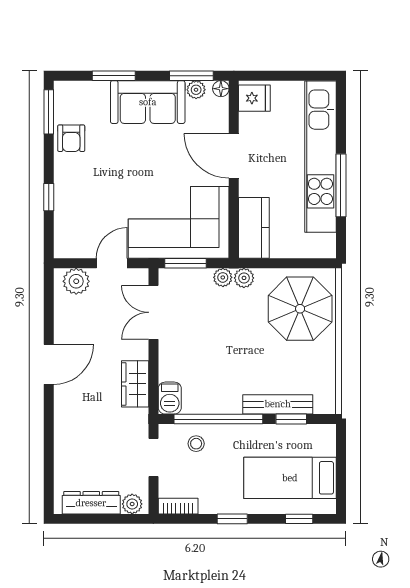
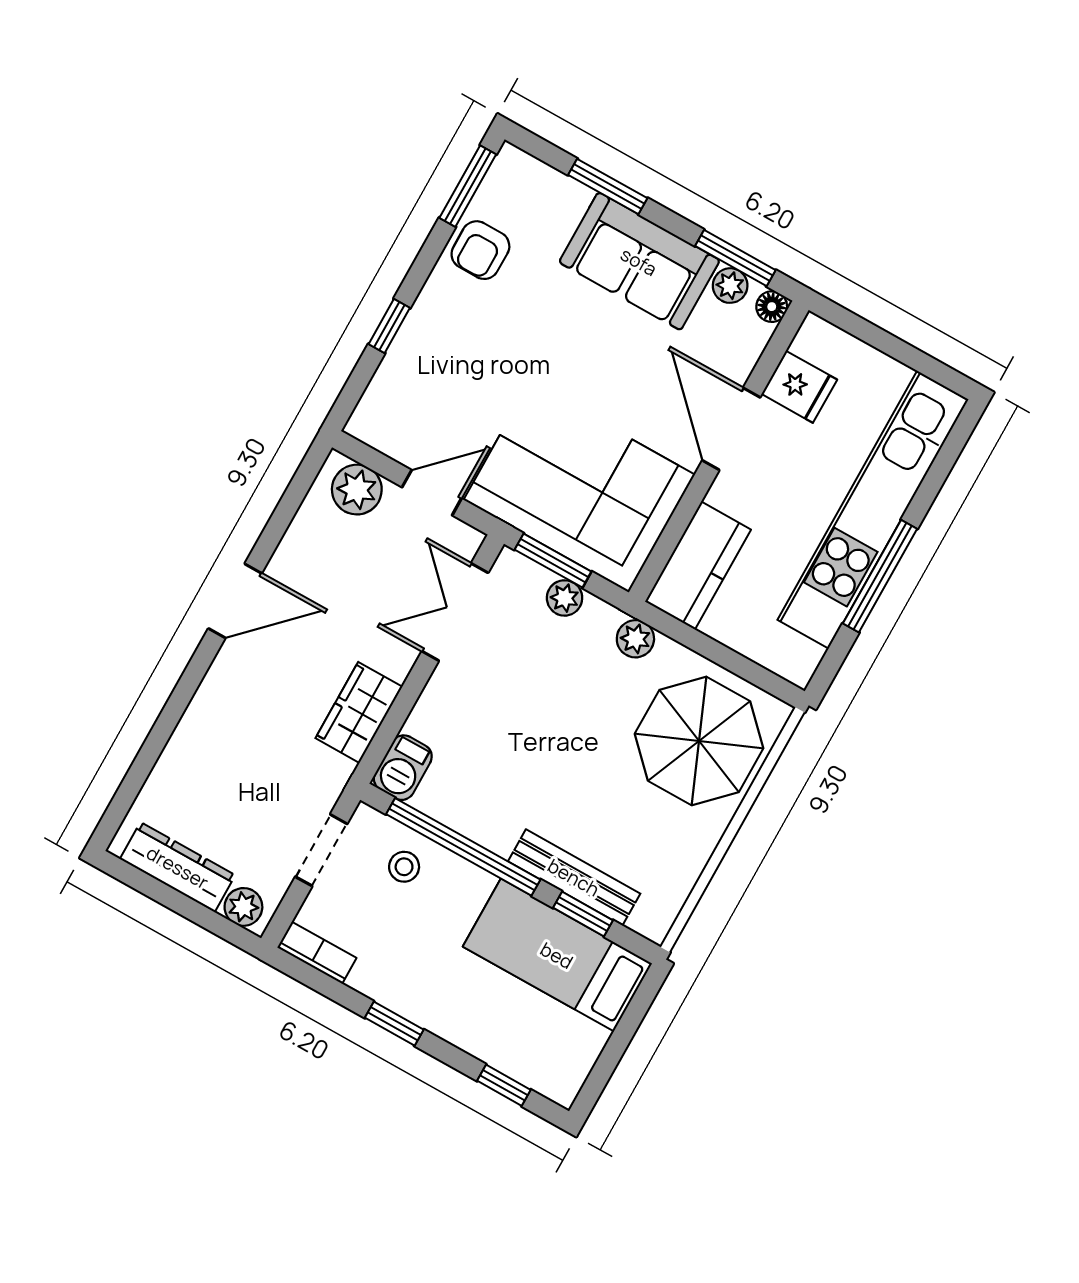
fridge: (254, 98) -> (799, 387), moved
plant: (223, 277) -> (565, 598), moved
bed: (290, 478) -> (557, 955), moved

